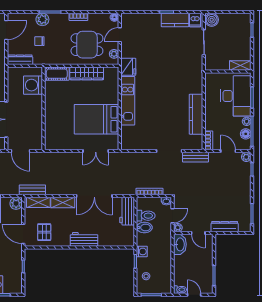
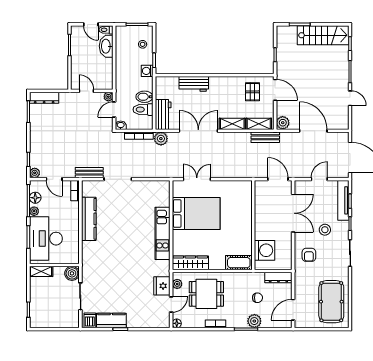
boiler: (212, 20) -> (72, 273), moved
fridge: (128, 67) -> (162, 286), moved
wardrobe: (87, 73) -> (190, 263), moved
plant: (129, 189) -> (161, 139), added
dresser: (225, 227) -> (44, 98), moved
workbench: (84, 239) -> (194, 84), moved
washbasin: (180, 244) -> (106, 46), moved

